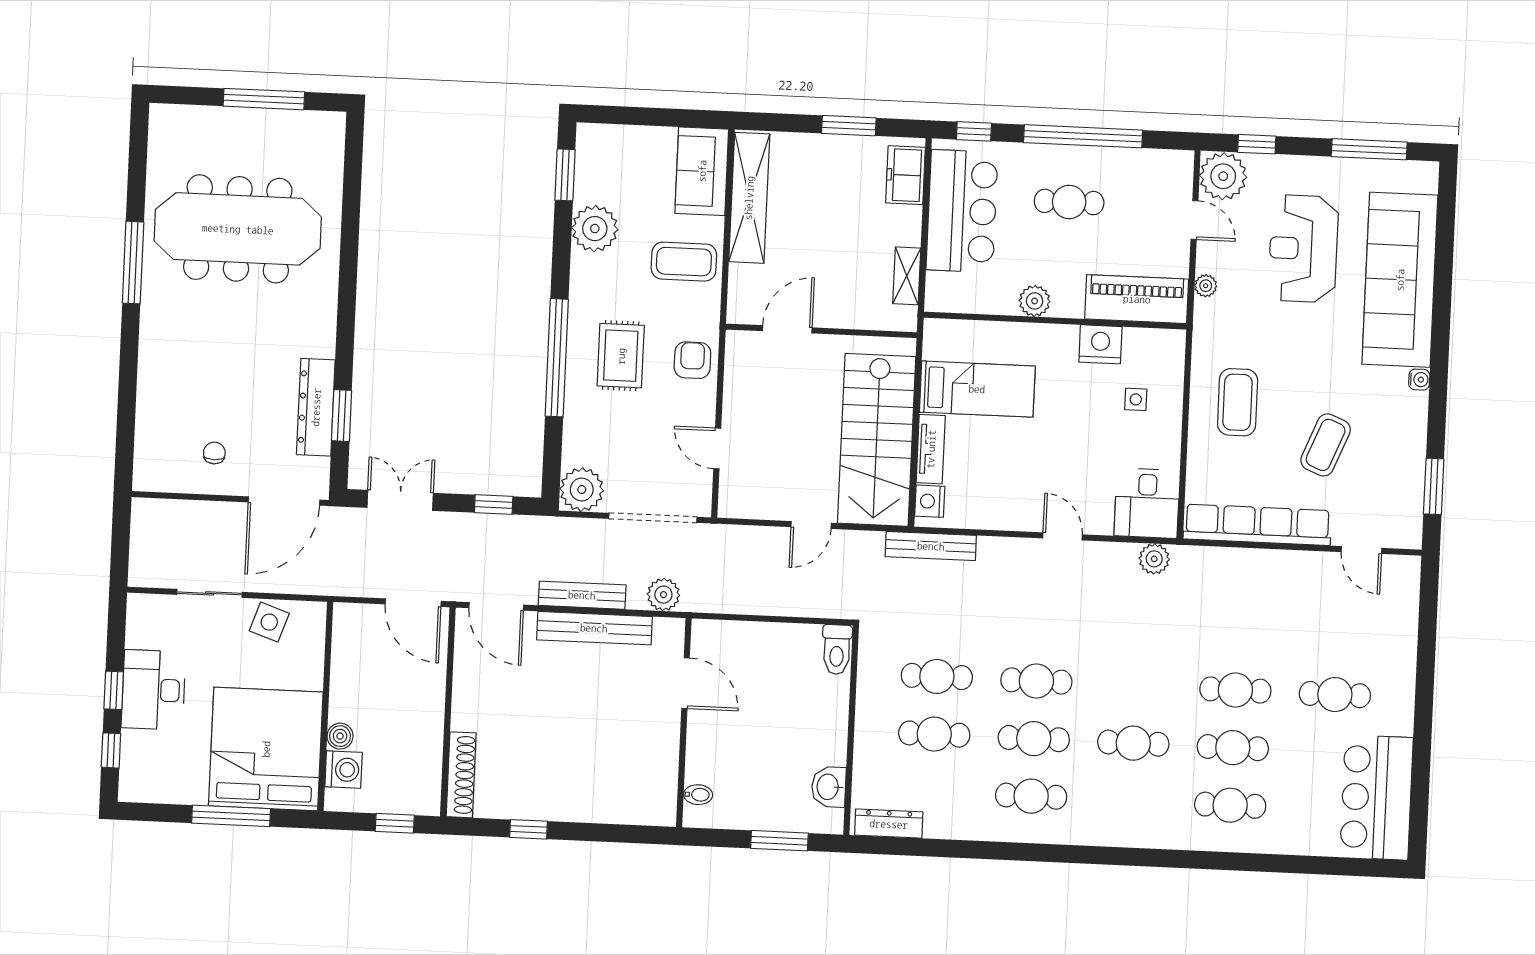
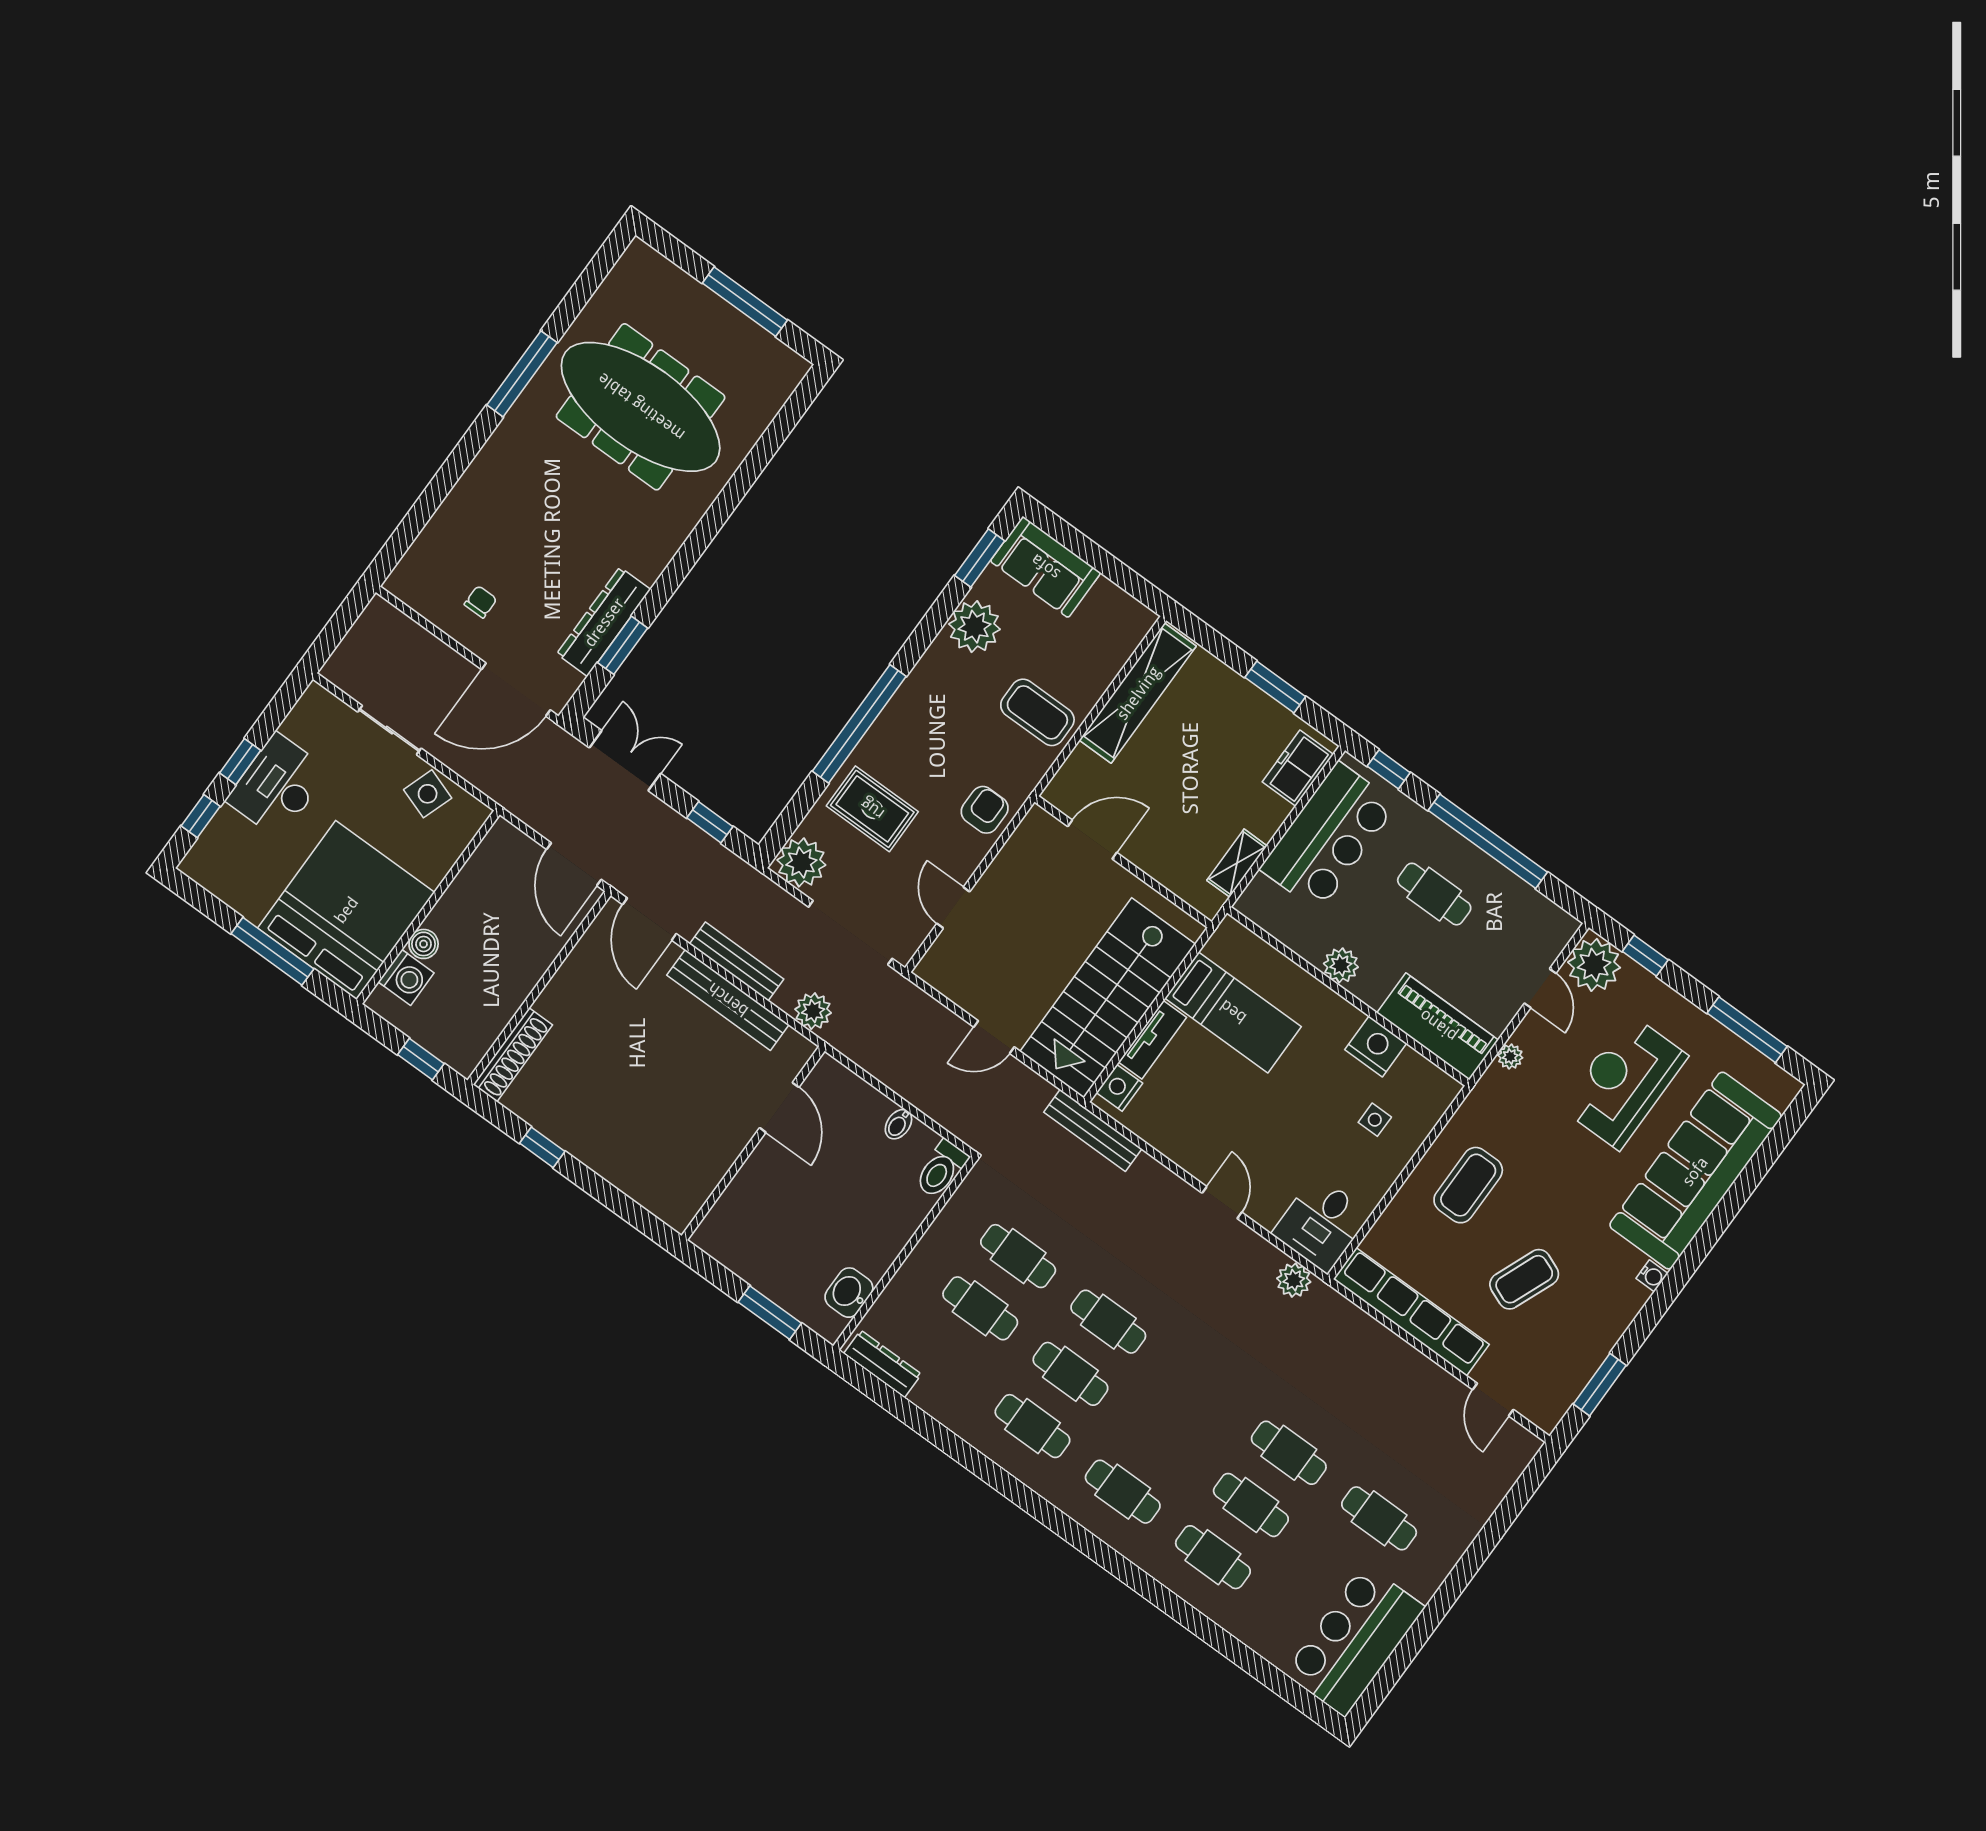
sofa: (702, 171) -> (1045, 567), moved, turned -90
rug: (621, 356) -> (872, 809), moved, turned 90
cafe table: (1133, 743) -> (1123, 1492), moved
bidet: (698, 795) -> (898, 1124), moved, turned 90

